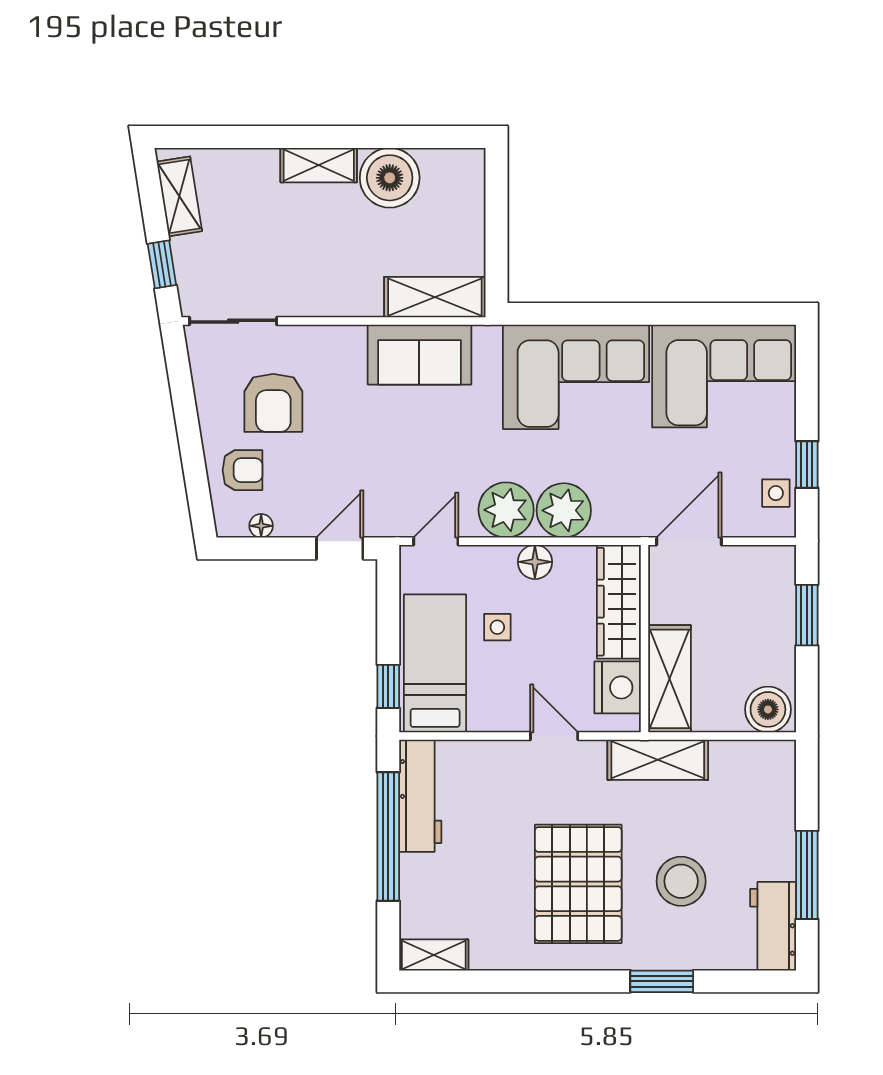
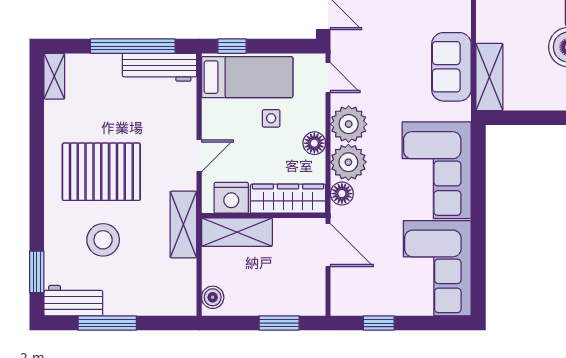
side table: (776, 493) -> (360, 302), removed
floor lamp: (611, 520) -> (342, 194), added
boiler: (768, 709) -> (213, 297), width x0.73, depth x0.73
window: (662, 981) -> (37, 272), moved

